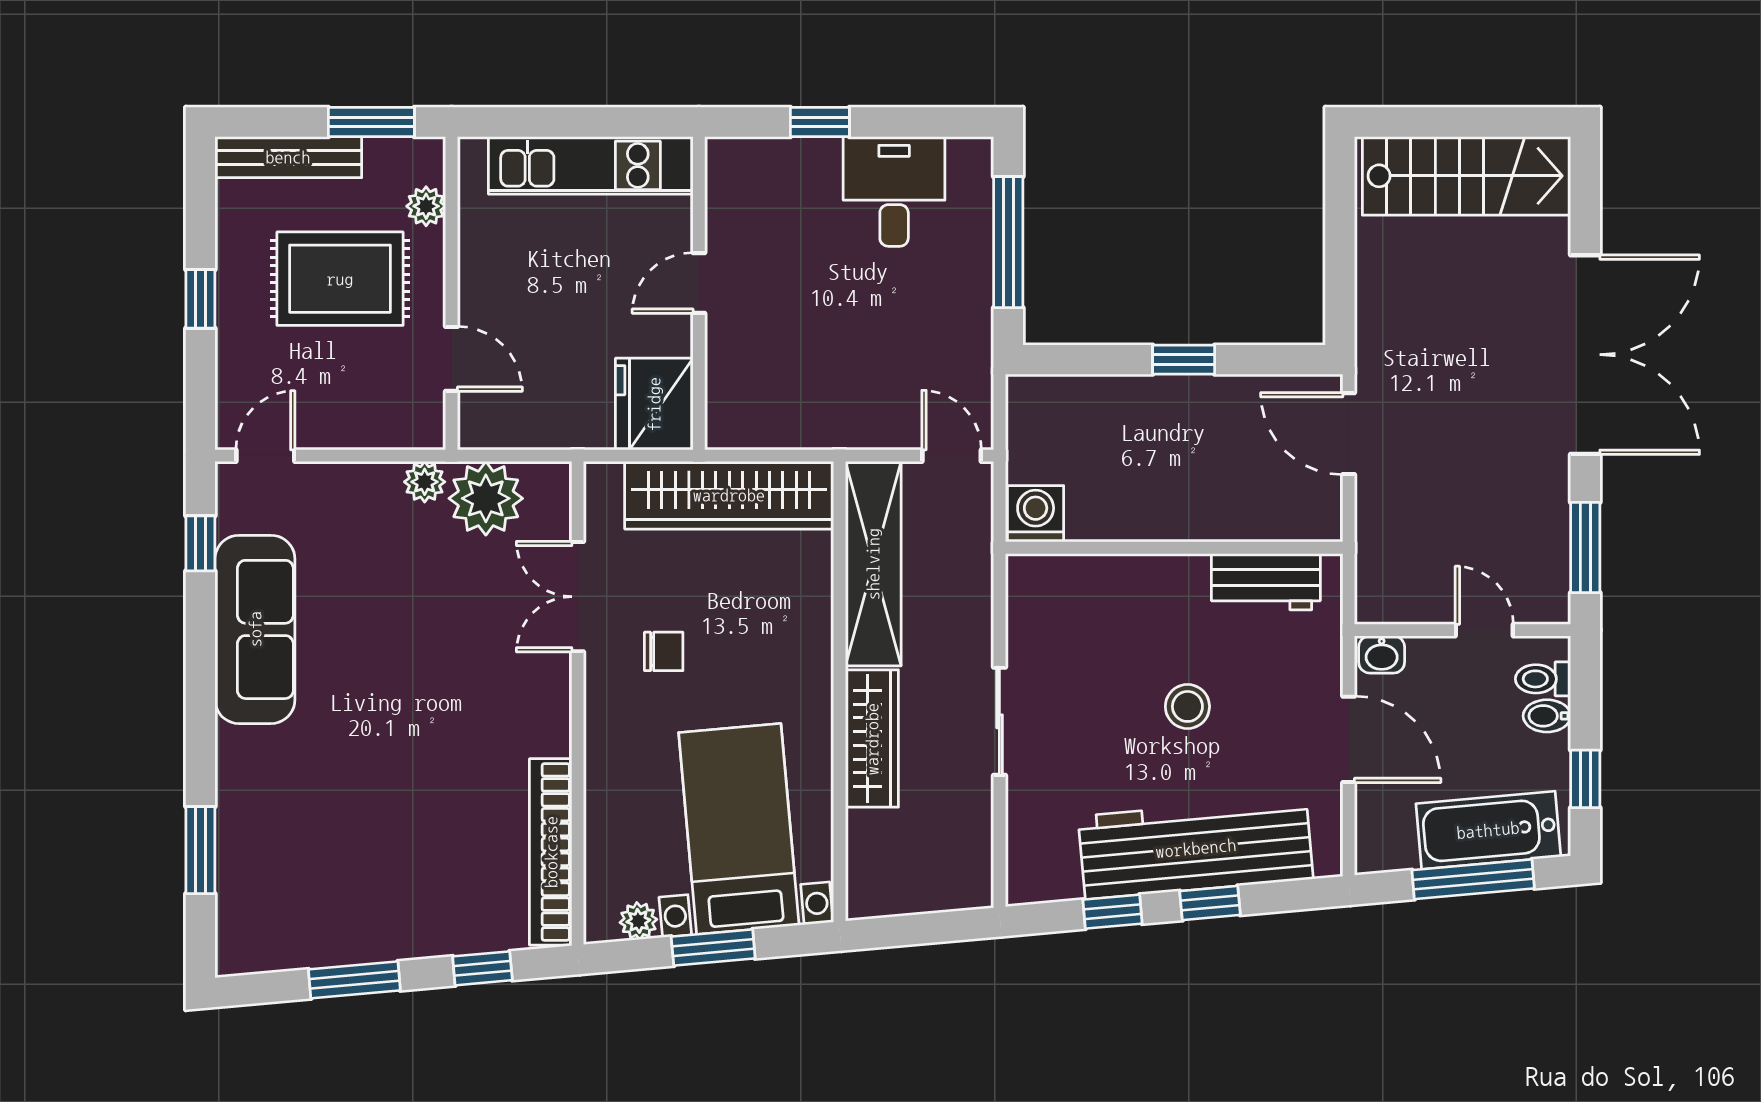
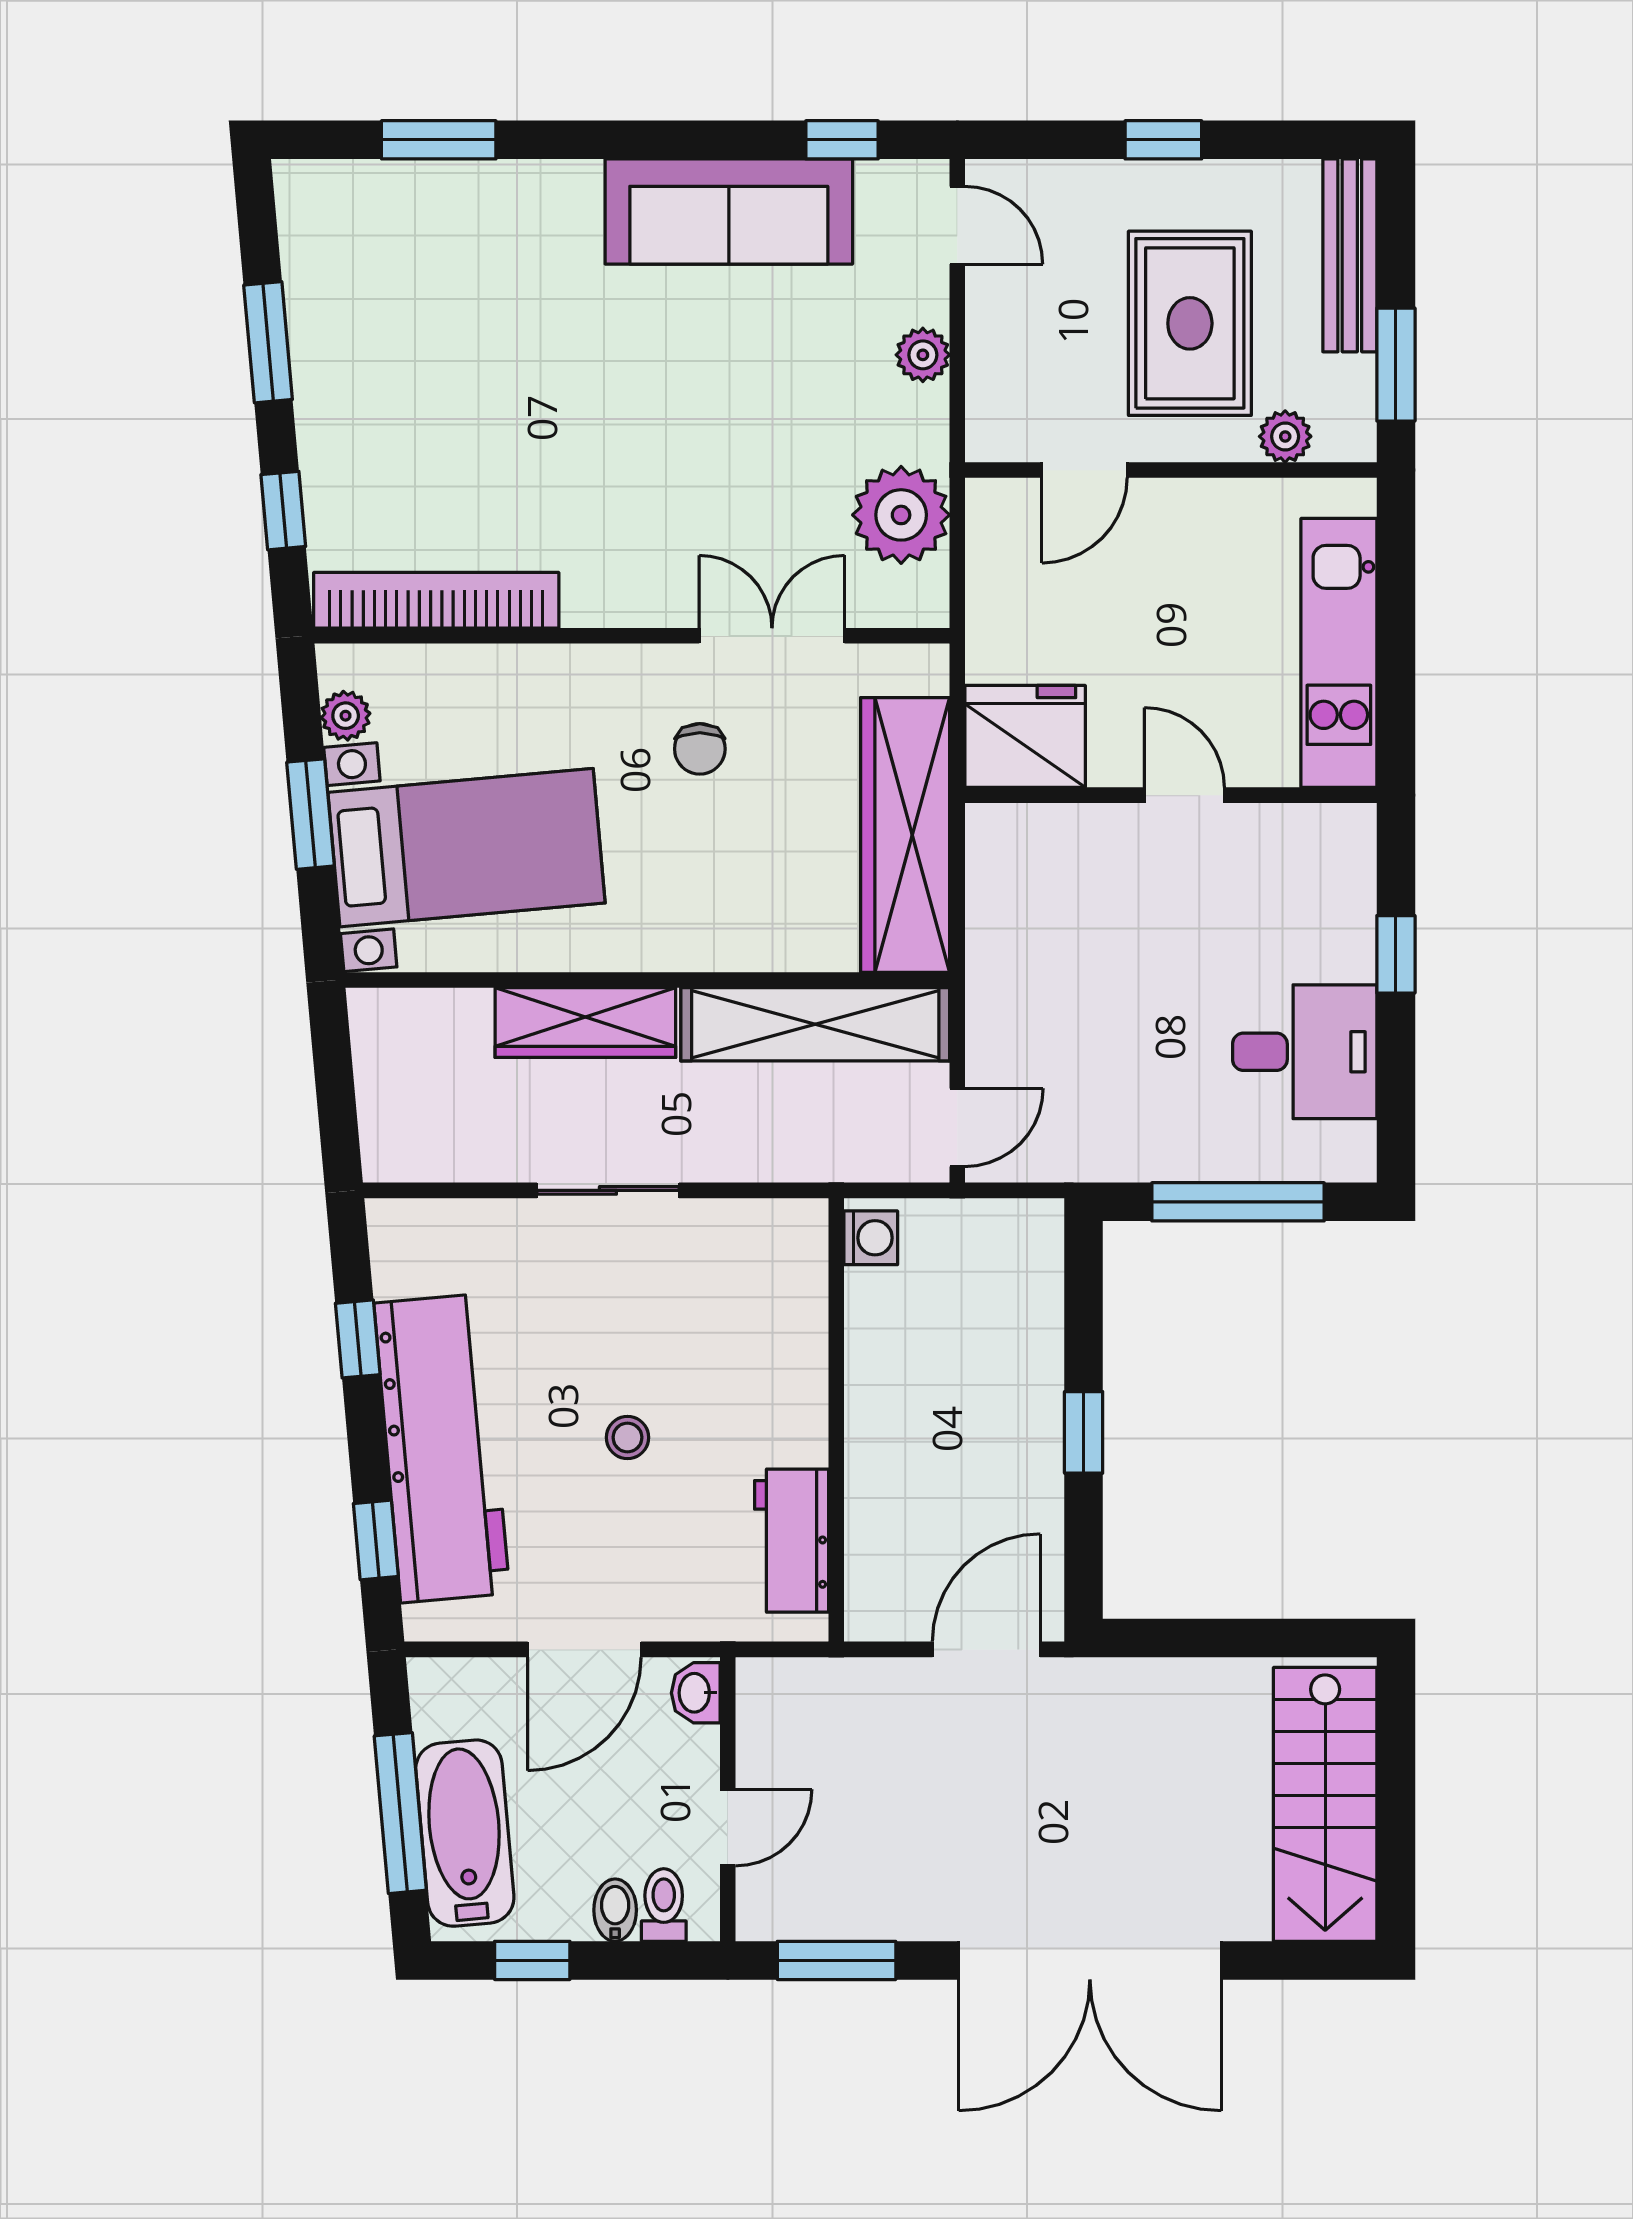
plant: (425, 482) -> (923, 355), moved
washing machine: (1036, 514) -> (871, 1238), width x0.73, depth x0.73
stool: (1187, 706) -> (627, 1437), width x0.73, depth x0.73
window: (1210, 903) -> (376, 1540), moved

